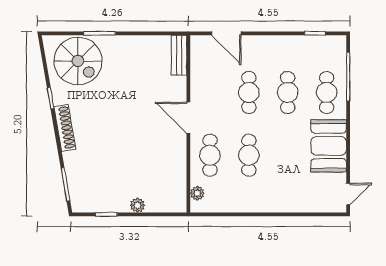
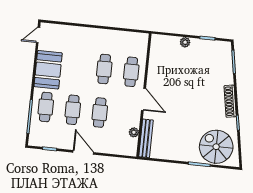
door: (226, 33) -> (83, 152), moved
bench: (179, 55) -> (146, 138), width x1.36
plant: (197, 193) -> (134, 132), moved

